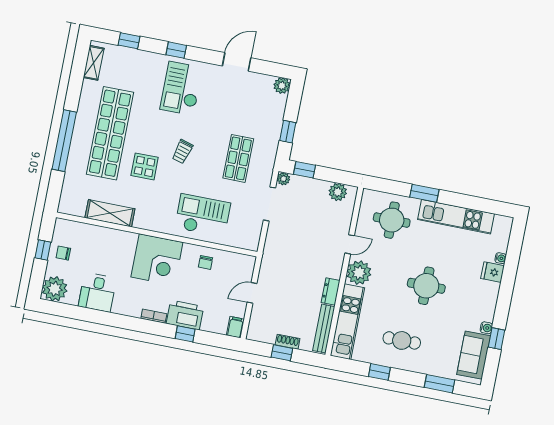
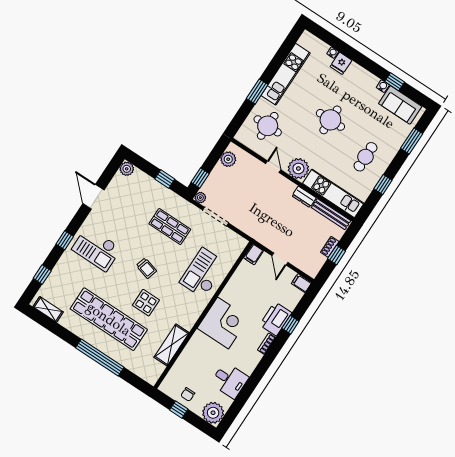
chair: (205, 262) -> (241, 286), removed
filing cabinet: (245, 262) -> (254, 254), added

